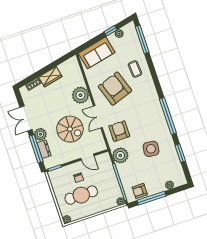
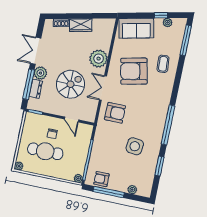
armchair: (115, 89) -> (134, 71), turned -83
spiral stairs: (70, 129) -> (70, 84), turned -90
armchair: (119, 131) -> (115, 113), turned 90
plant: (120, 155) -> (103, 136), removed

